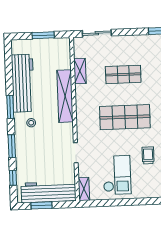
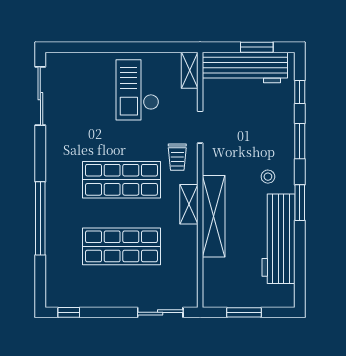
shelving: (80, 71) -> (189, 204), moved
shop shelf: (123, 74) -> (121, 246), width x1.43, depth x1.36
trolley: (148, 155) -> (177, 157), moved

